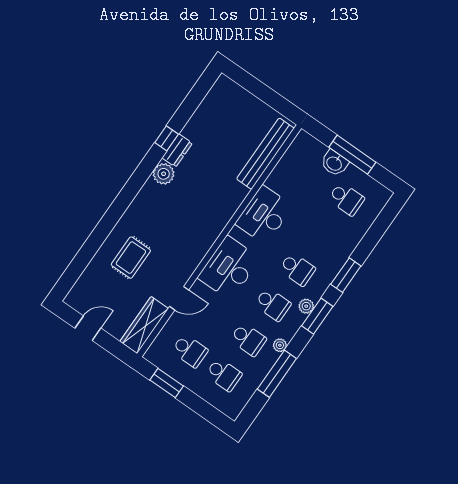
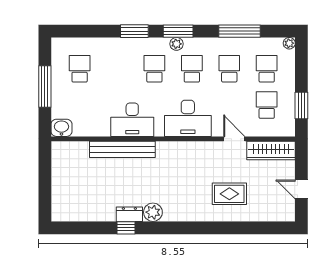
bench: (265, 154) -> (122, 149), moved
washbasin: (334, 163) -> (61, 128), moved, turned -90
plant: (280, 345) -> (289, 43), moved

